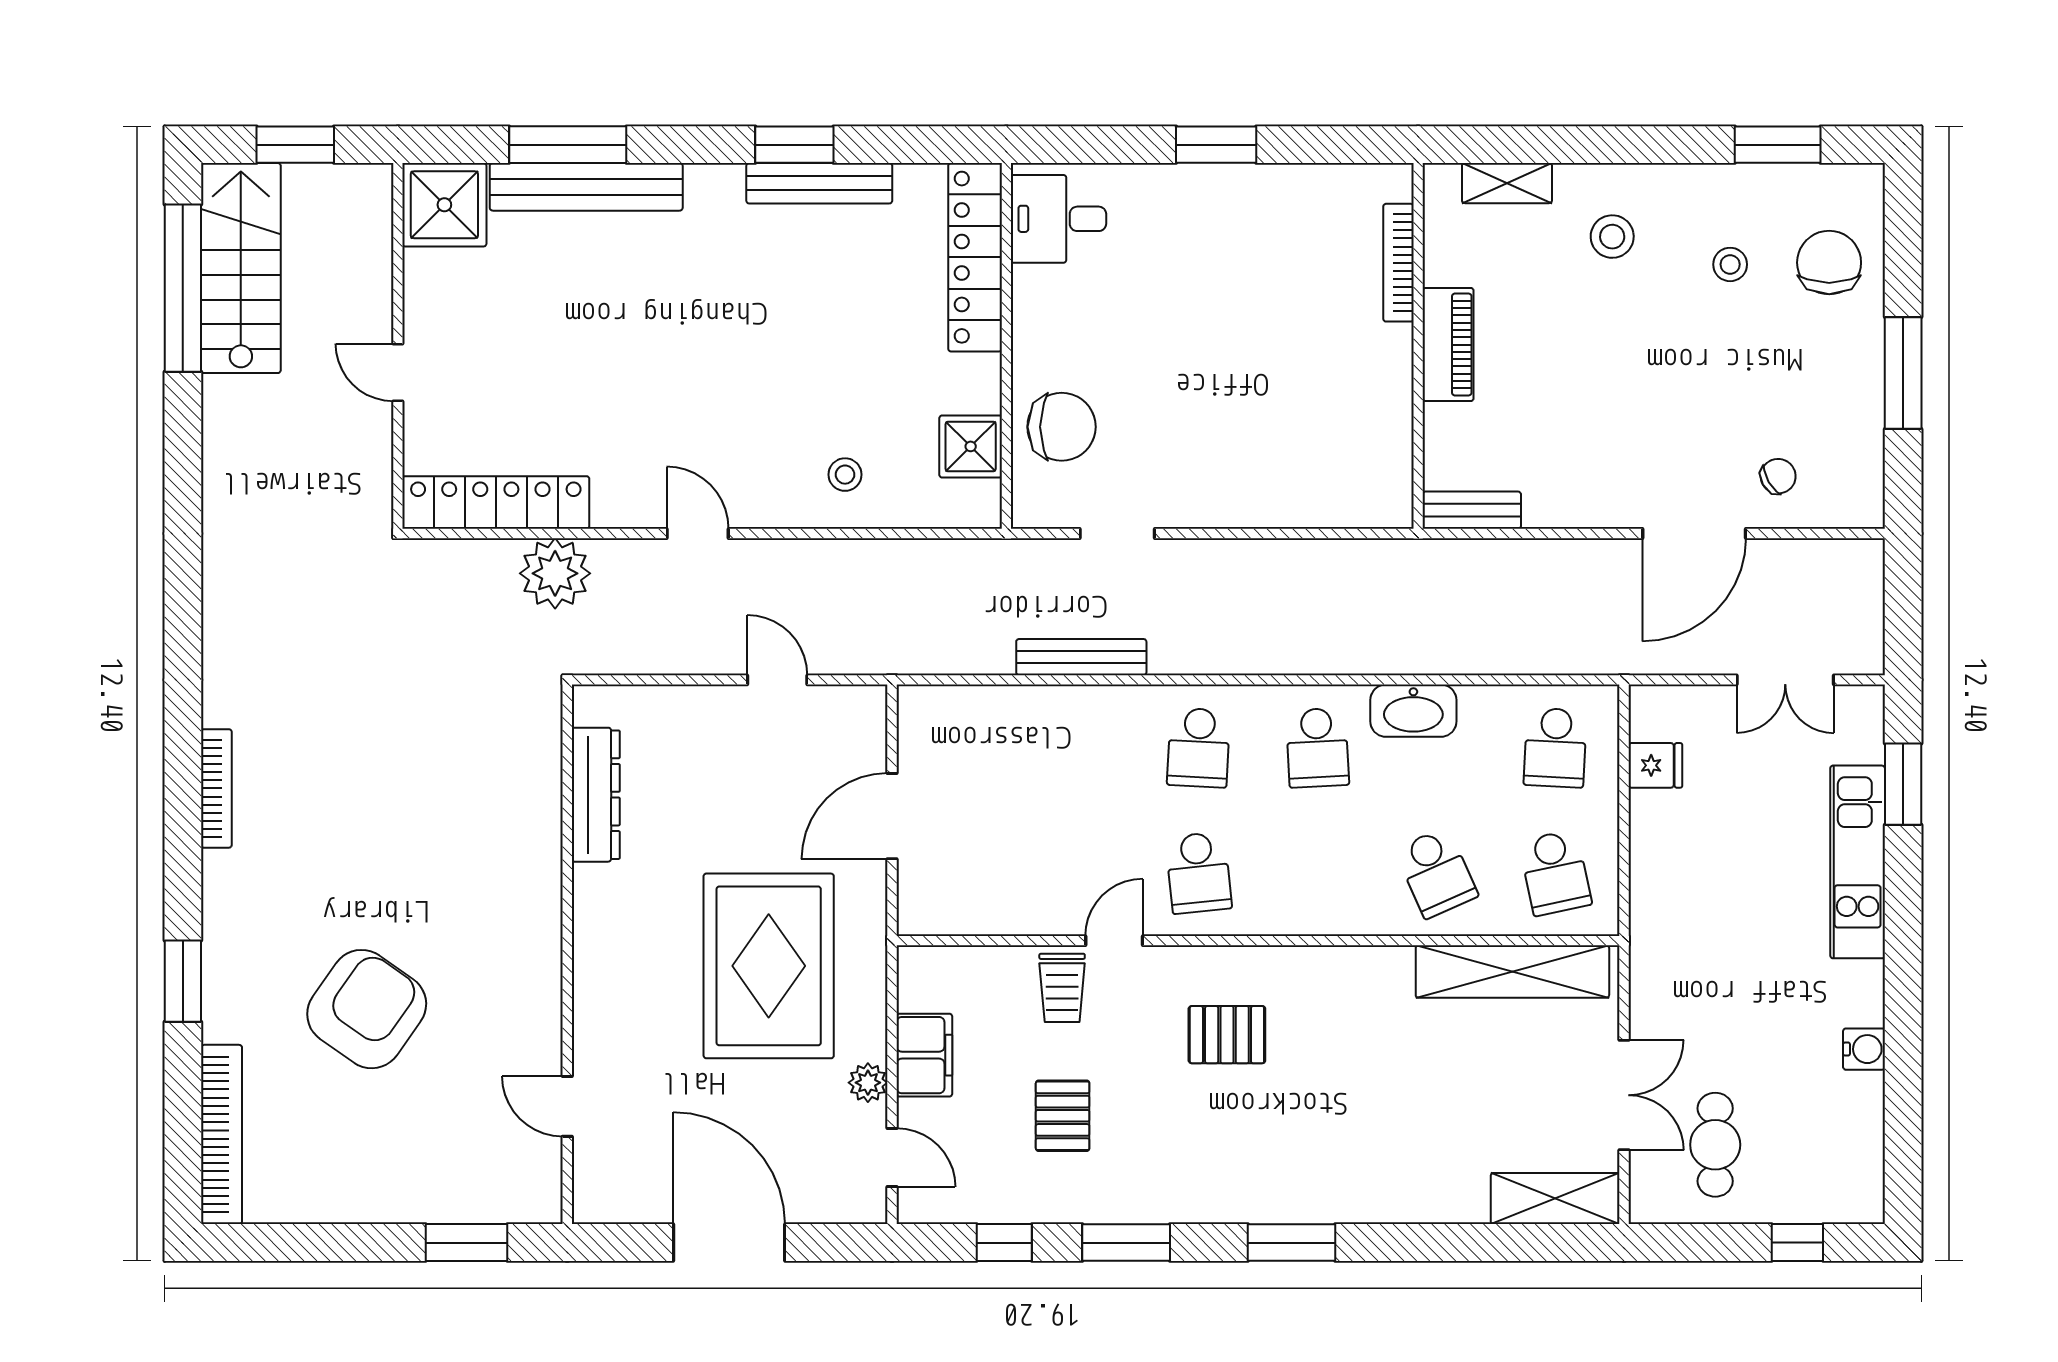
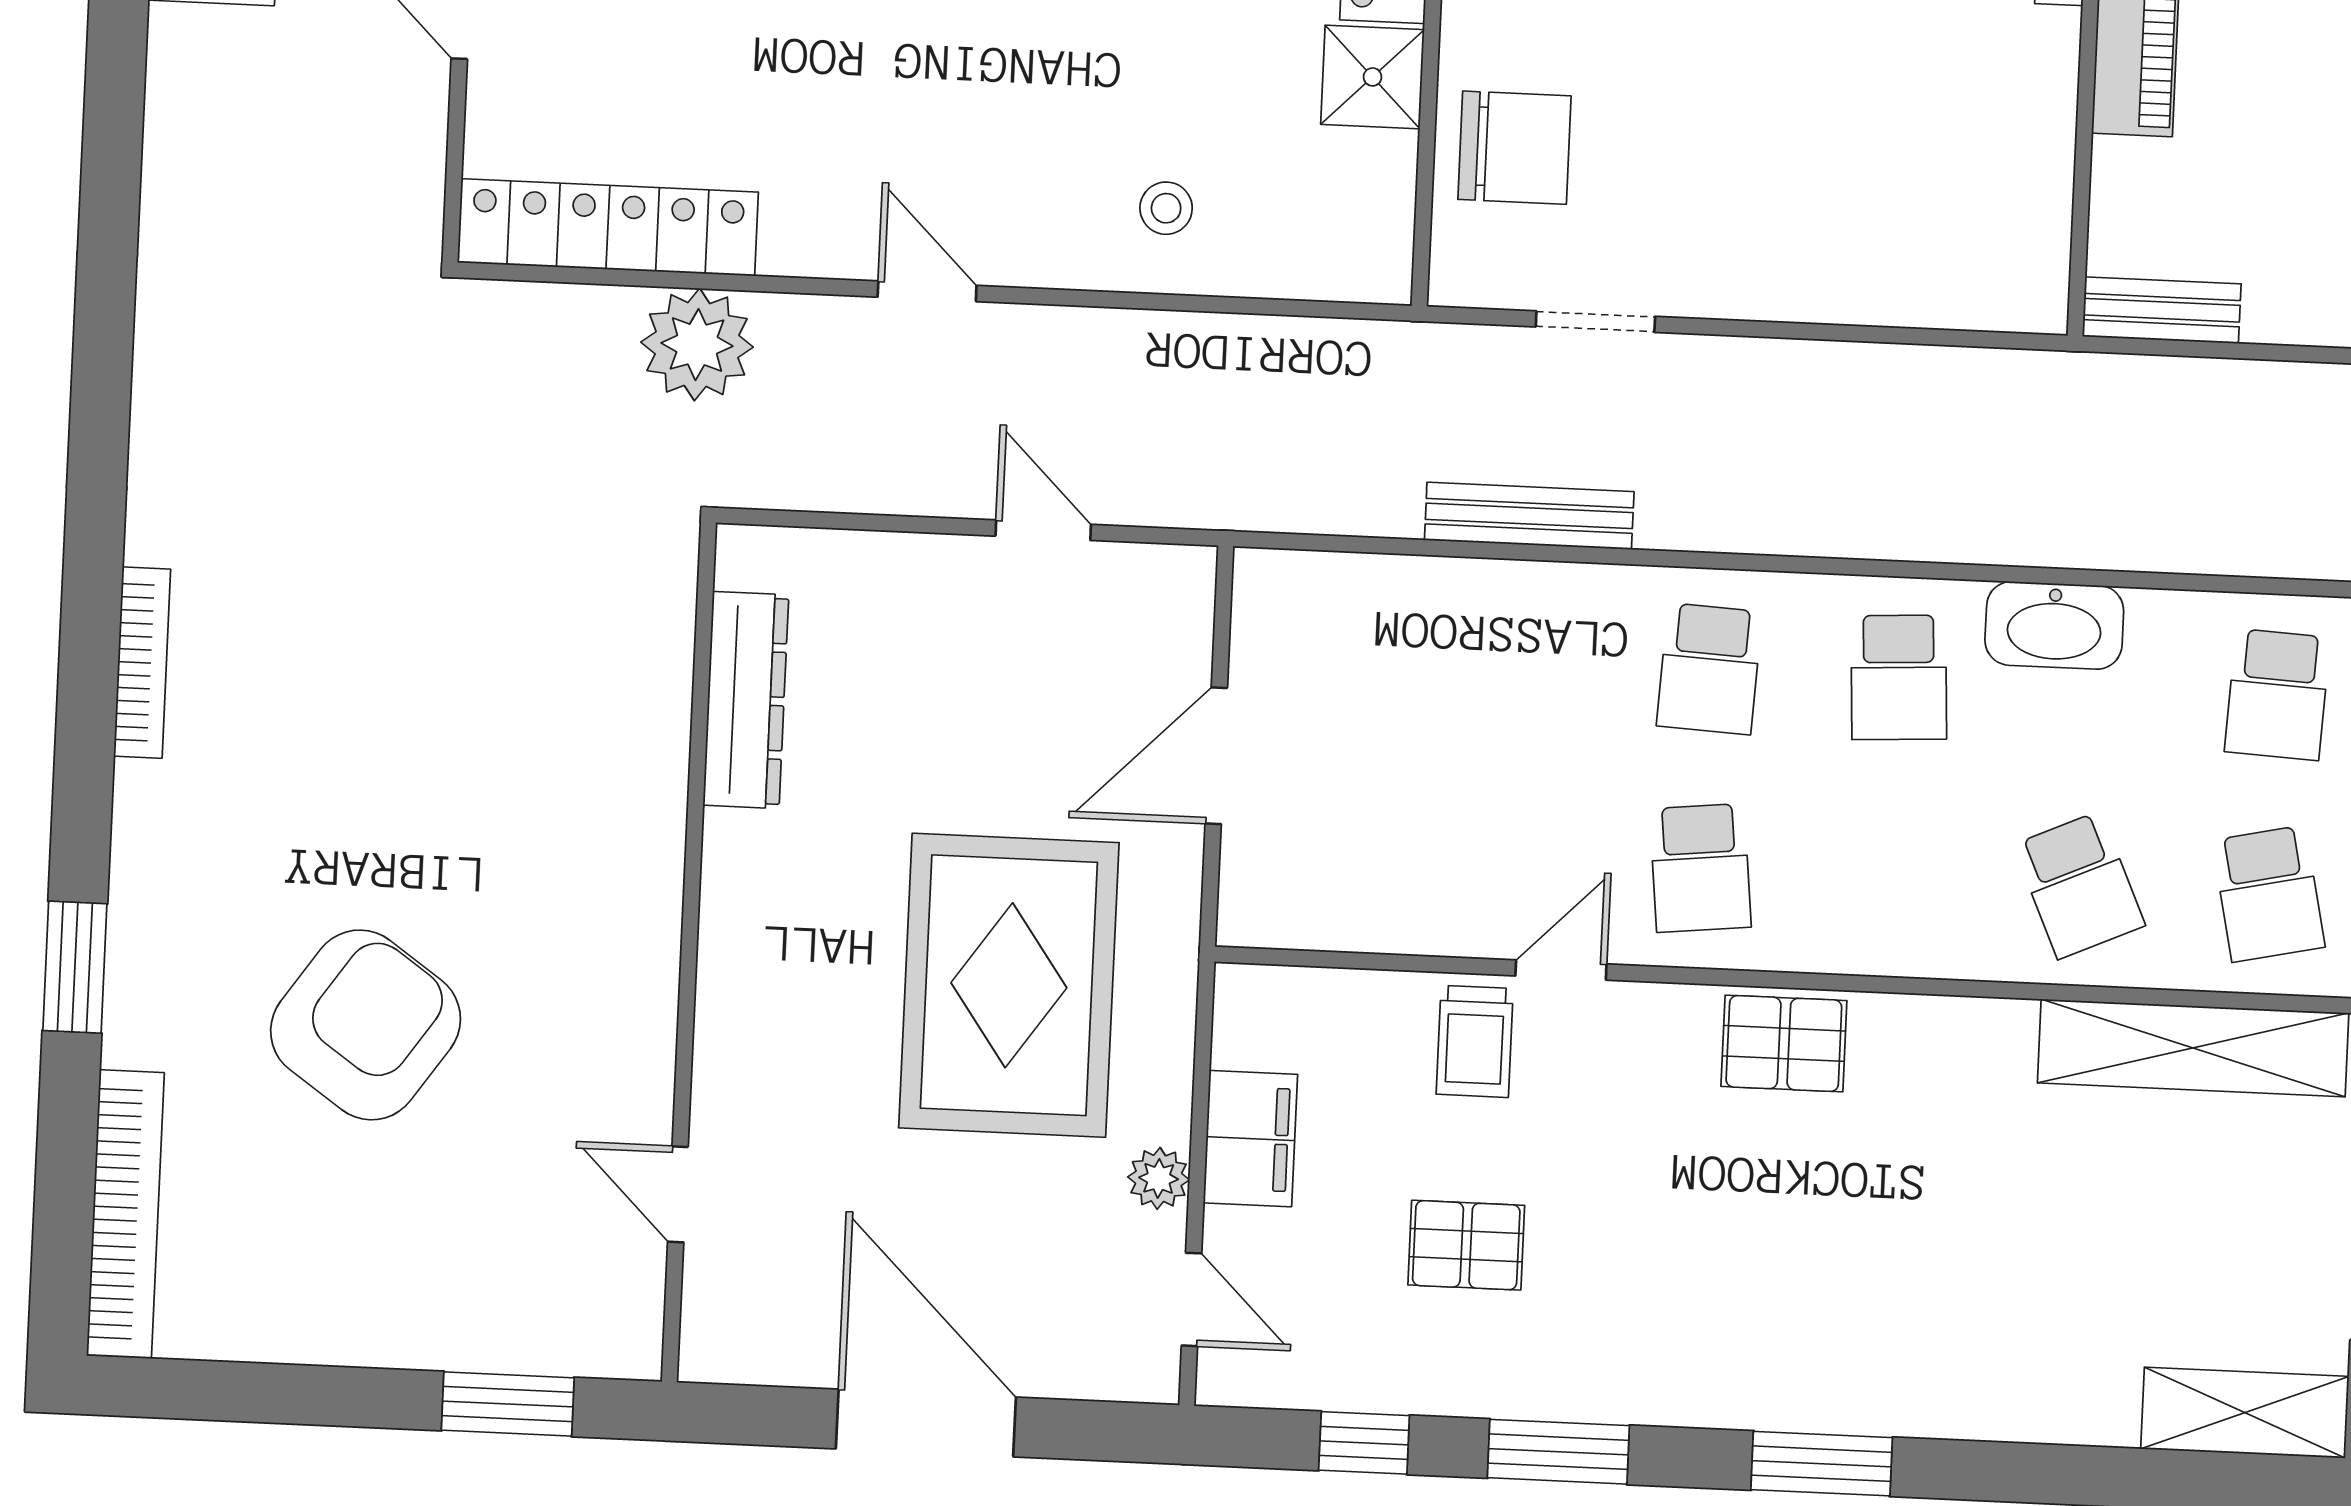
shower: (971, 446) -> (1373, 77), moved
pallet: (1227, 1035) -> (1784, 1043), moved
pallet: (1063, 1116) -> (1466, 1245), turned 90

